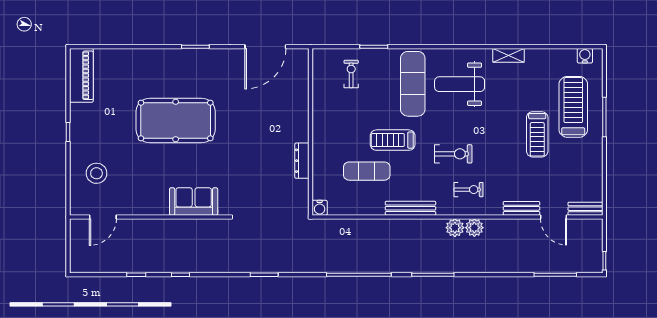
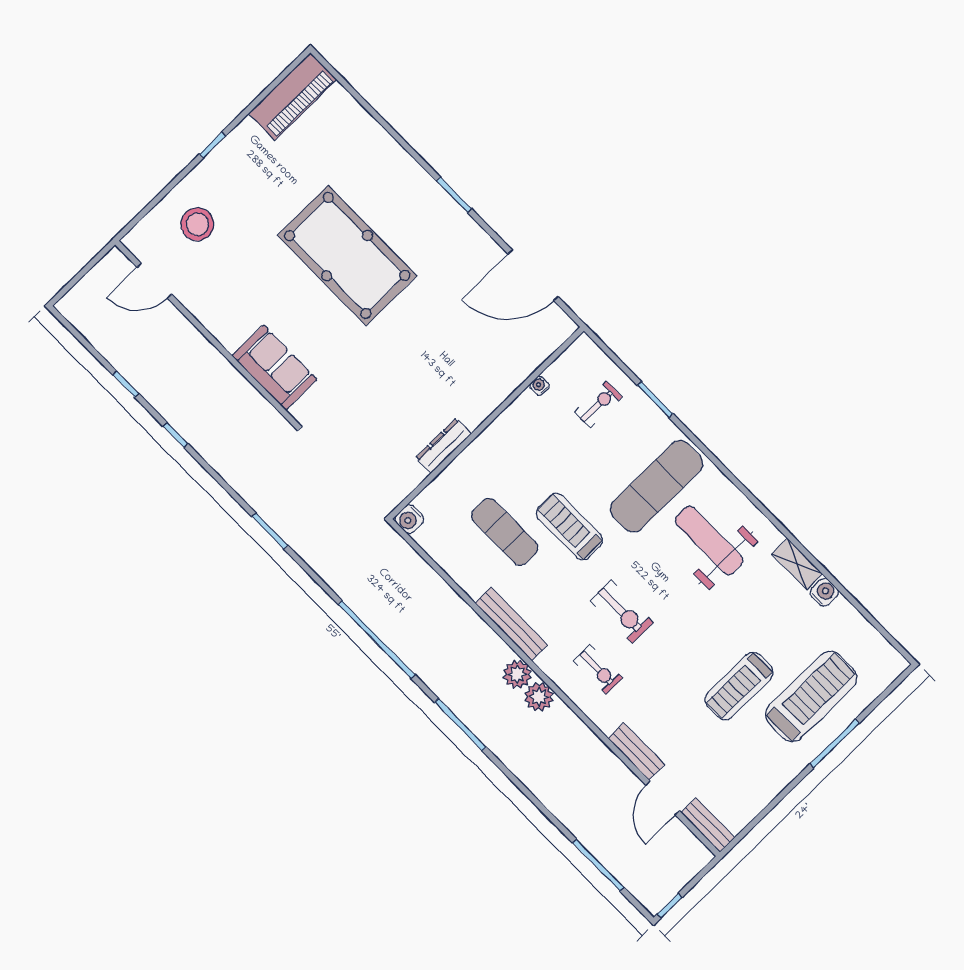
water cooler: (585, 56) -> (824, 592), moved
water cooler: (317, 92) -> (540, 386), added
plant: (474, 228) -> (517, 674), moved

